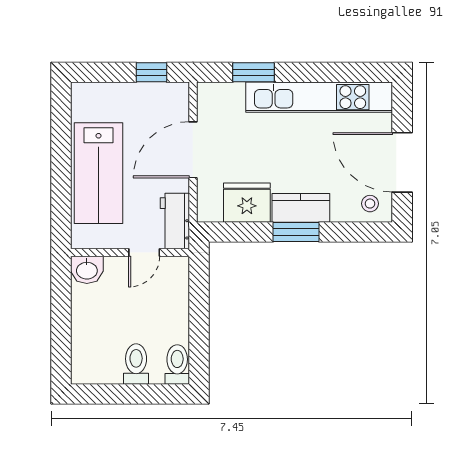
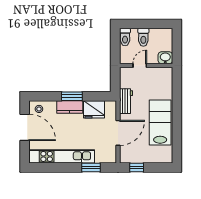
wall: (130, 253) -> (146, 65), moved
door: (144, 253) -> (140, 65), moved
washbasin: (87, 270) -> (165, 58), moved

